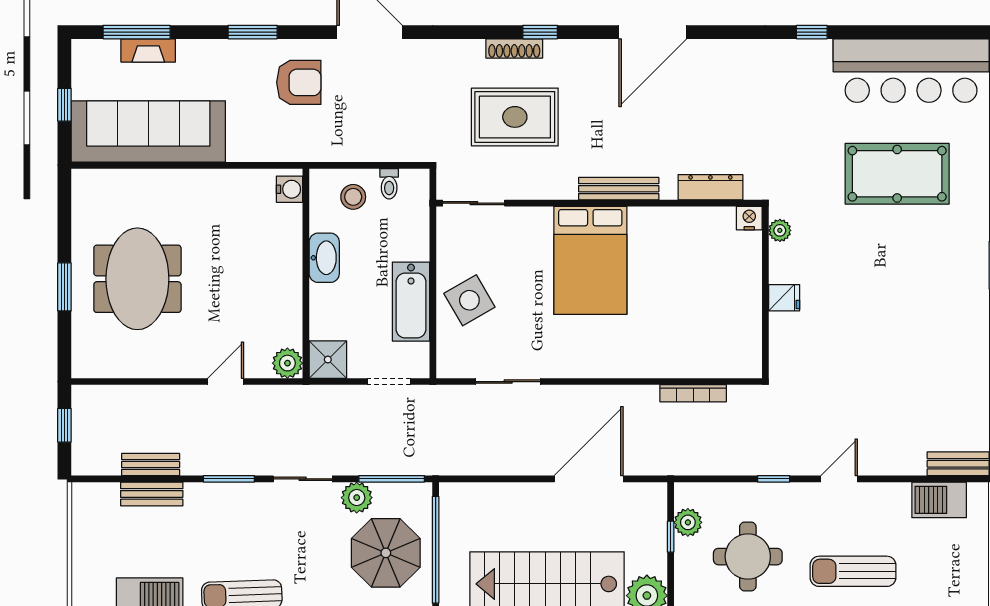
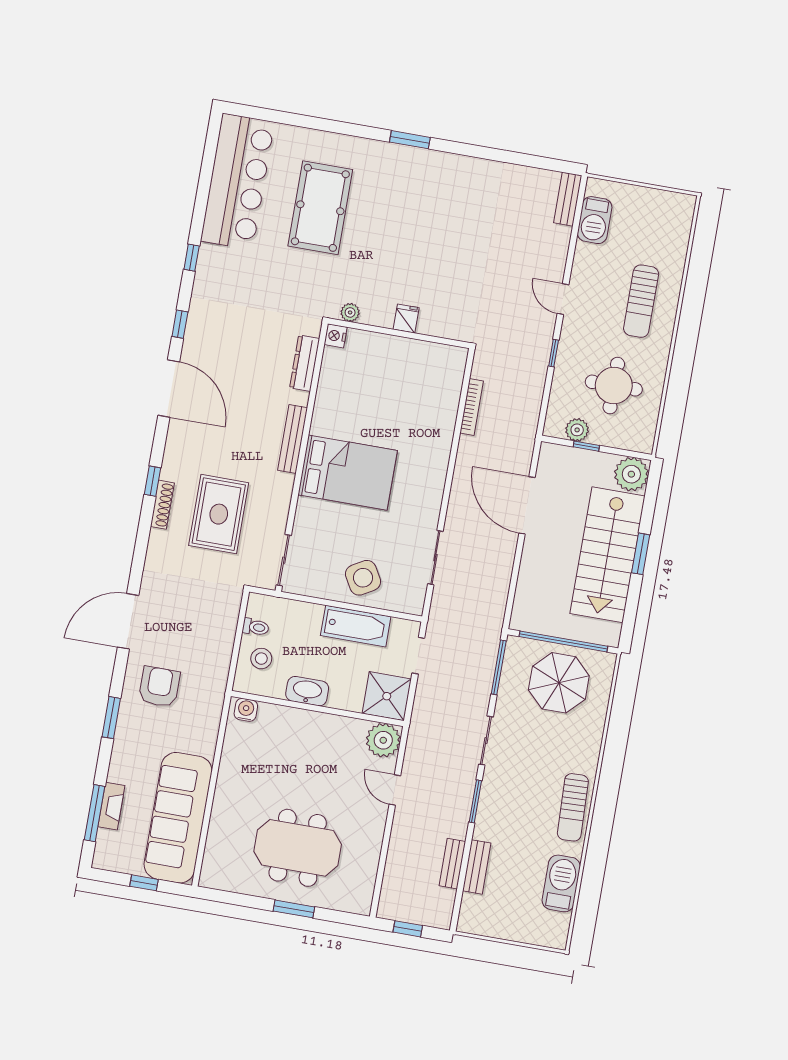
window: (731, 32) -> (180, 324), added
shower: (328, 360) -> (387, 696), width x1.36, depth x1.36
plant: (287, 363) -> (383, 740), width x1.36, depth x1.36
plant: (357, 498) -> (509, 699), removed

